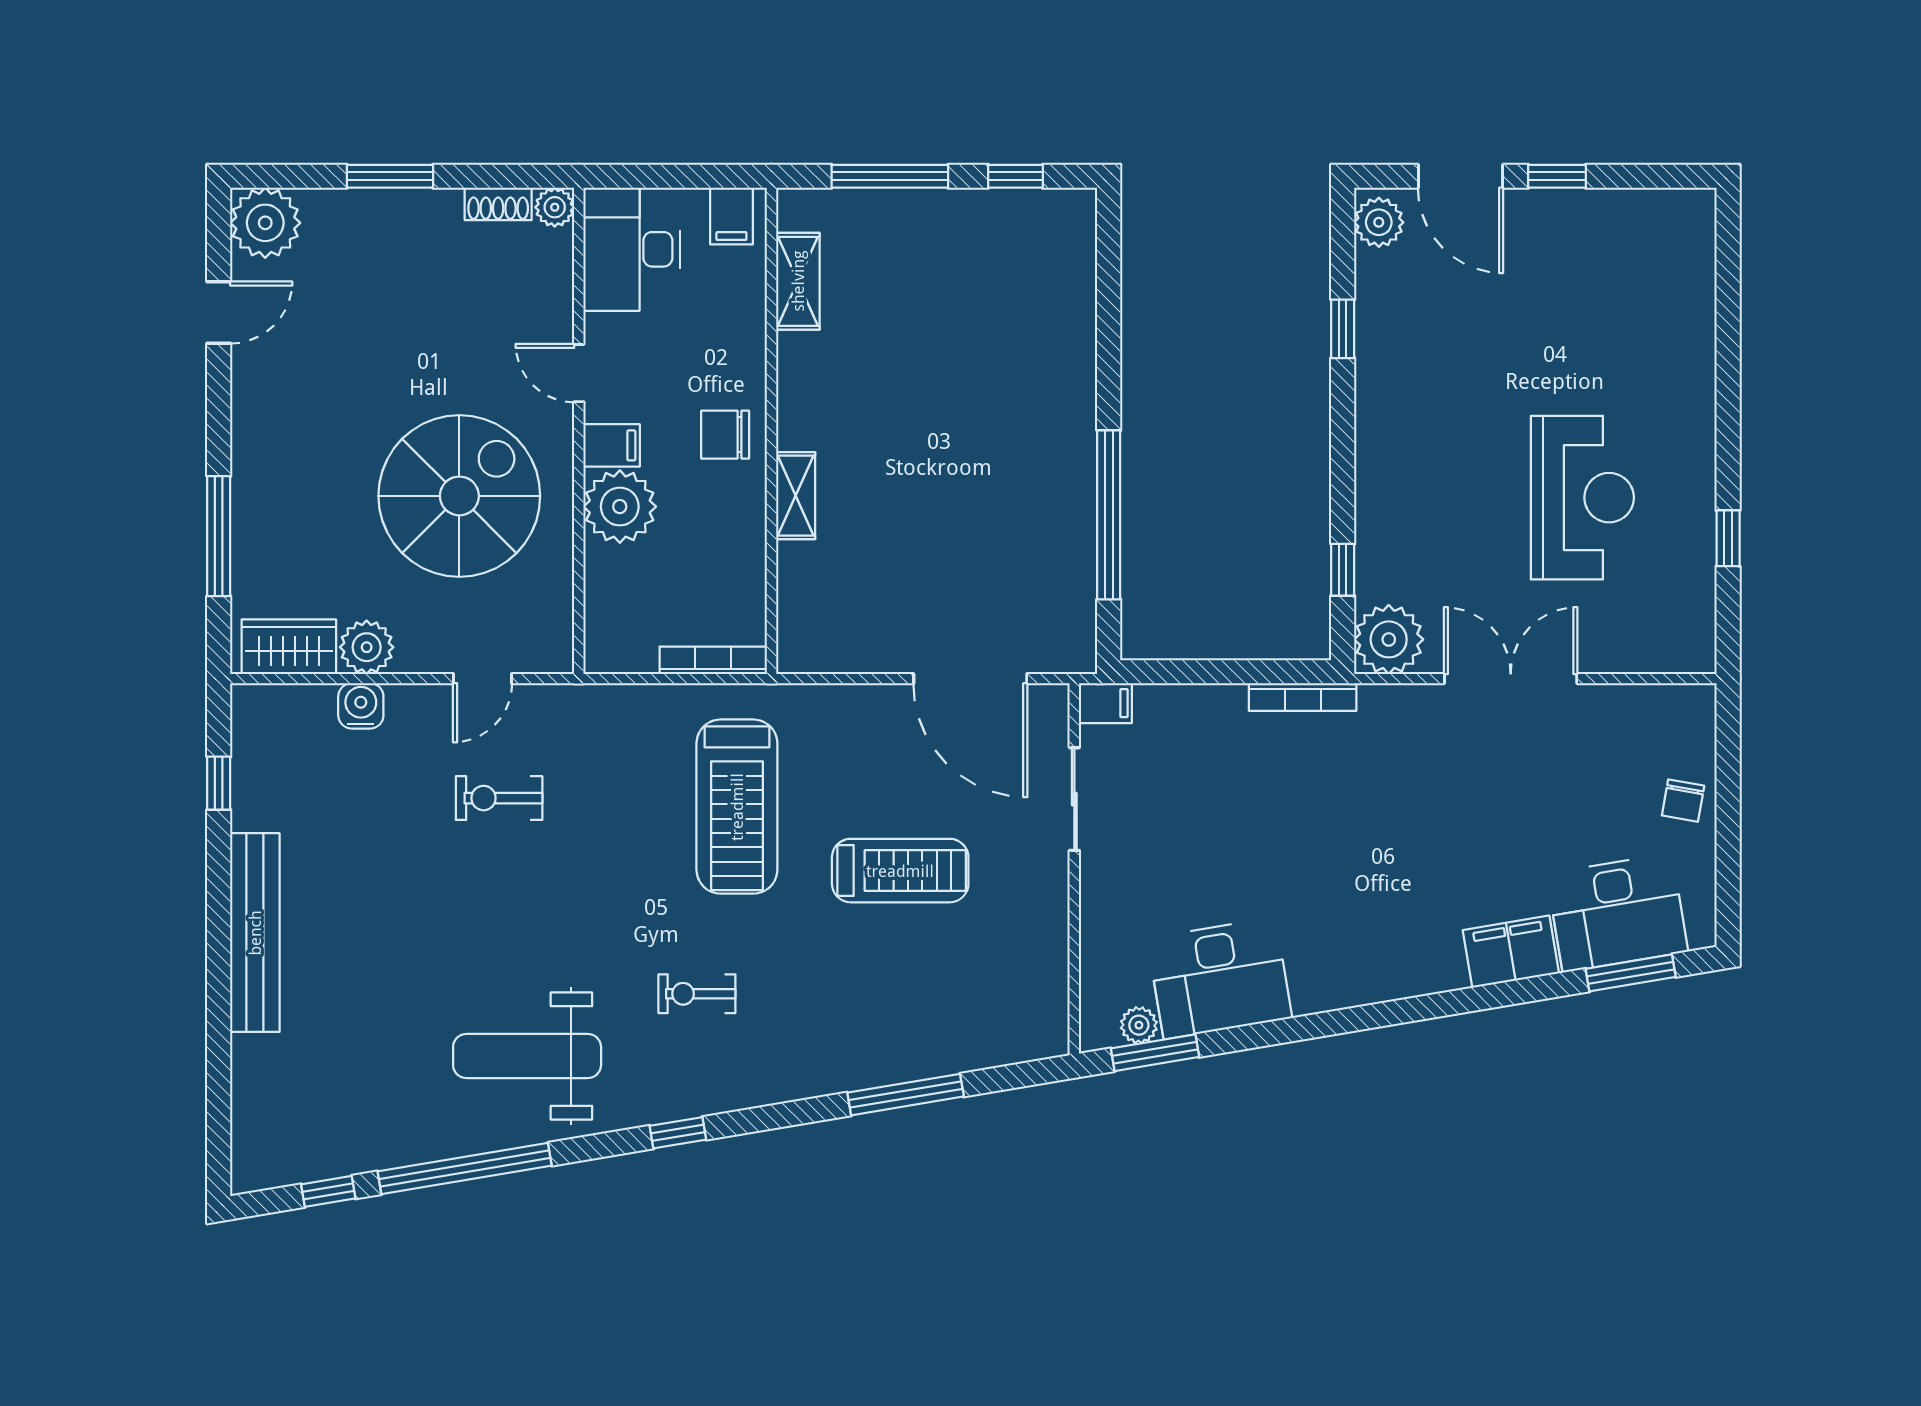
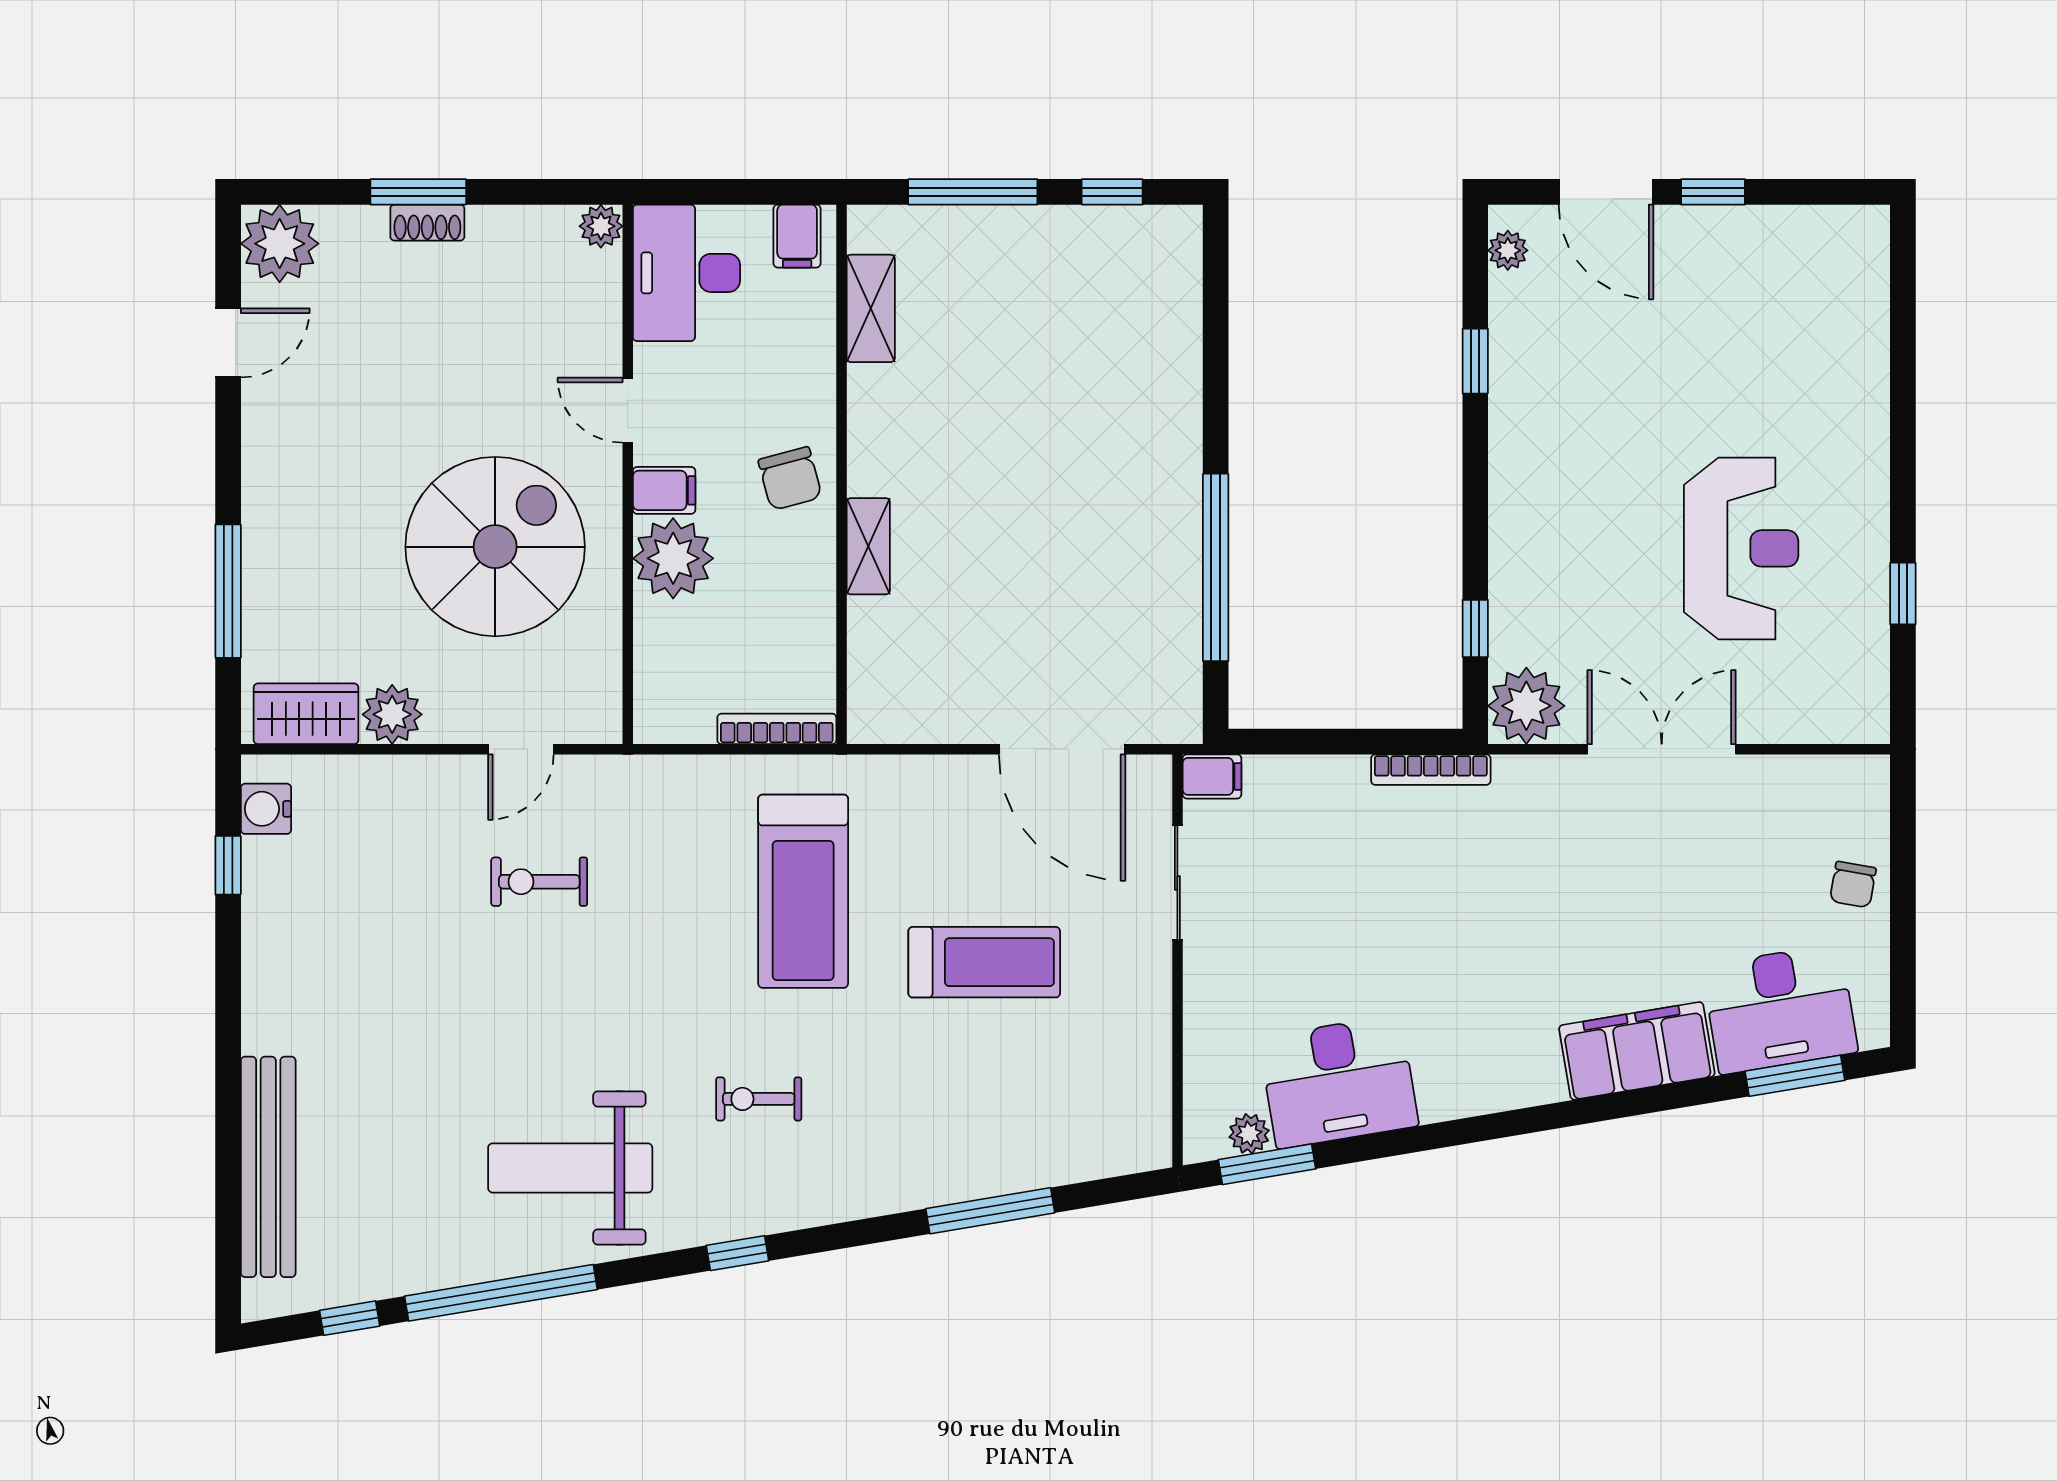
shoe rack: (498, 204) -> (427, 223), moved
plant: (1379, 222) -> (1508, 250), width x0.73, depth x0.73
chair: (725, 435) -> (790, 479), turned -105
water cooler: (361, 706) -> (266, 809), moved, turned -90
bench: (255, 933) -> (268, 1167), moved
filing cabinet: (1511, 952) -> (1637, 1051), width x1.50, depth x1.17

